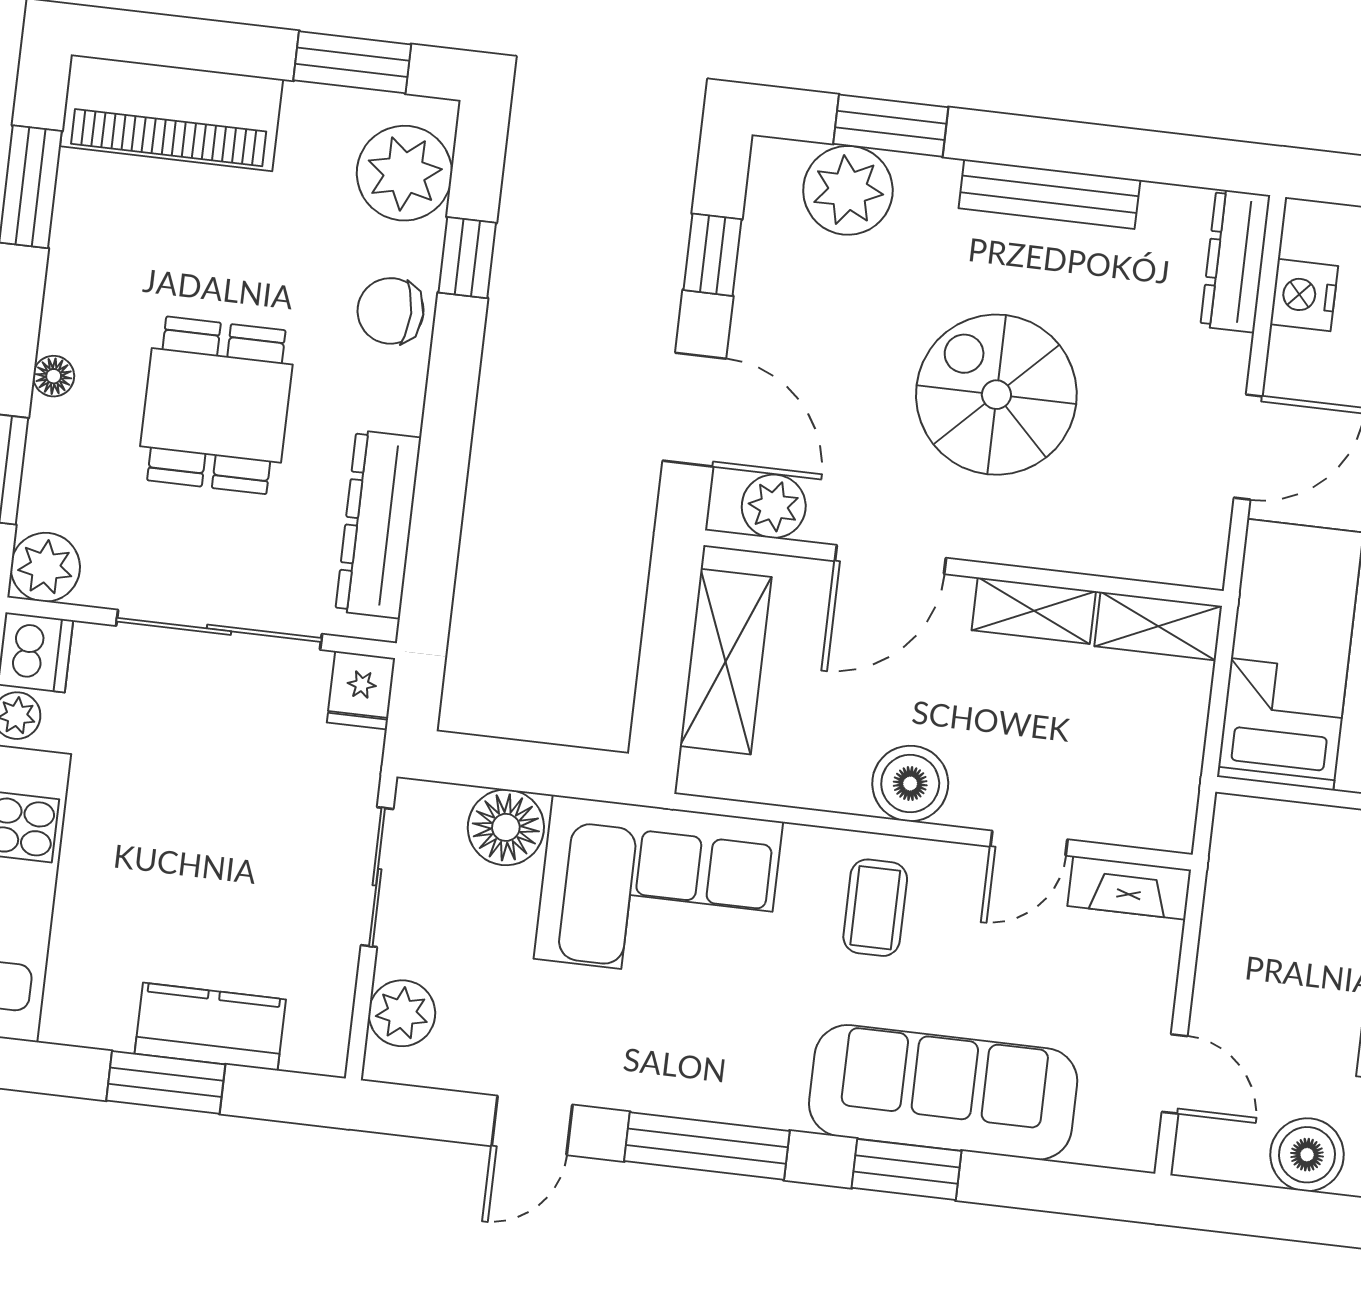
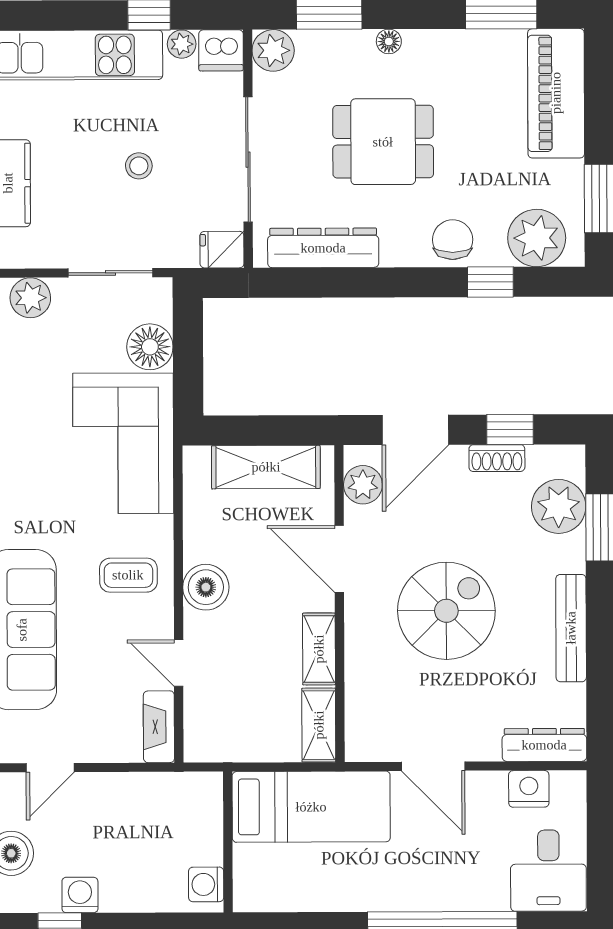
shoe rack: (757, 282) -> (497, 458), added
stool: (208, 810) -> (139, 166), added

